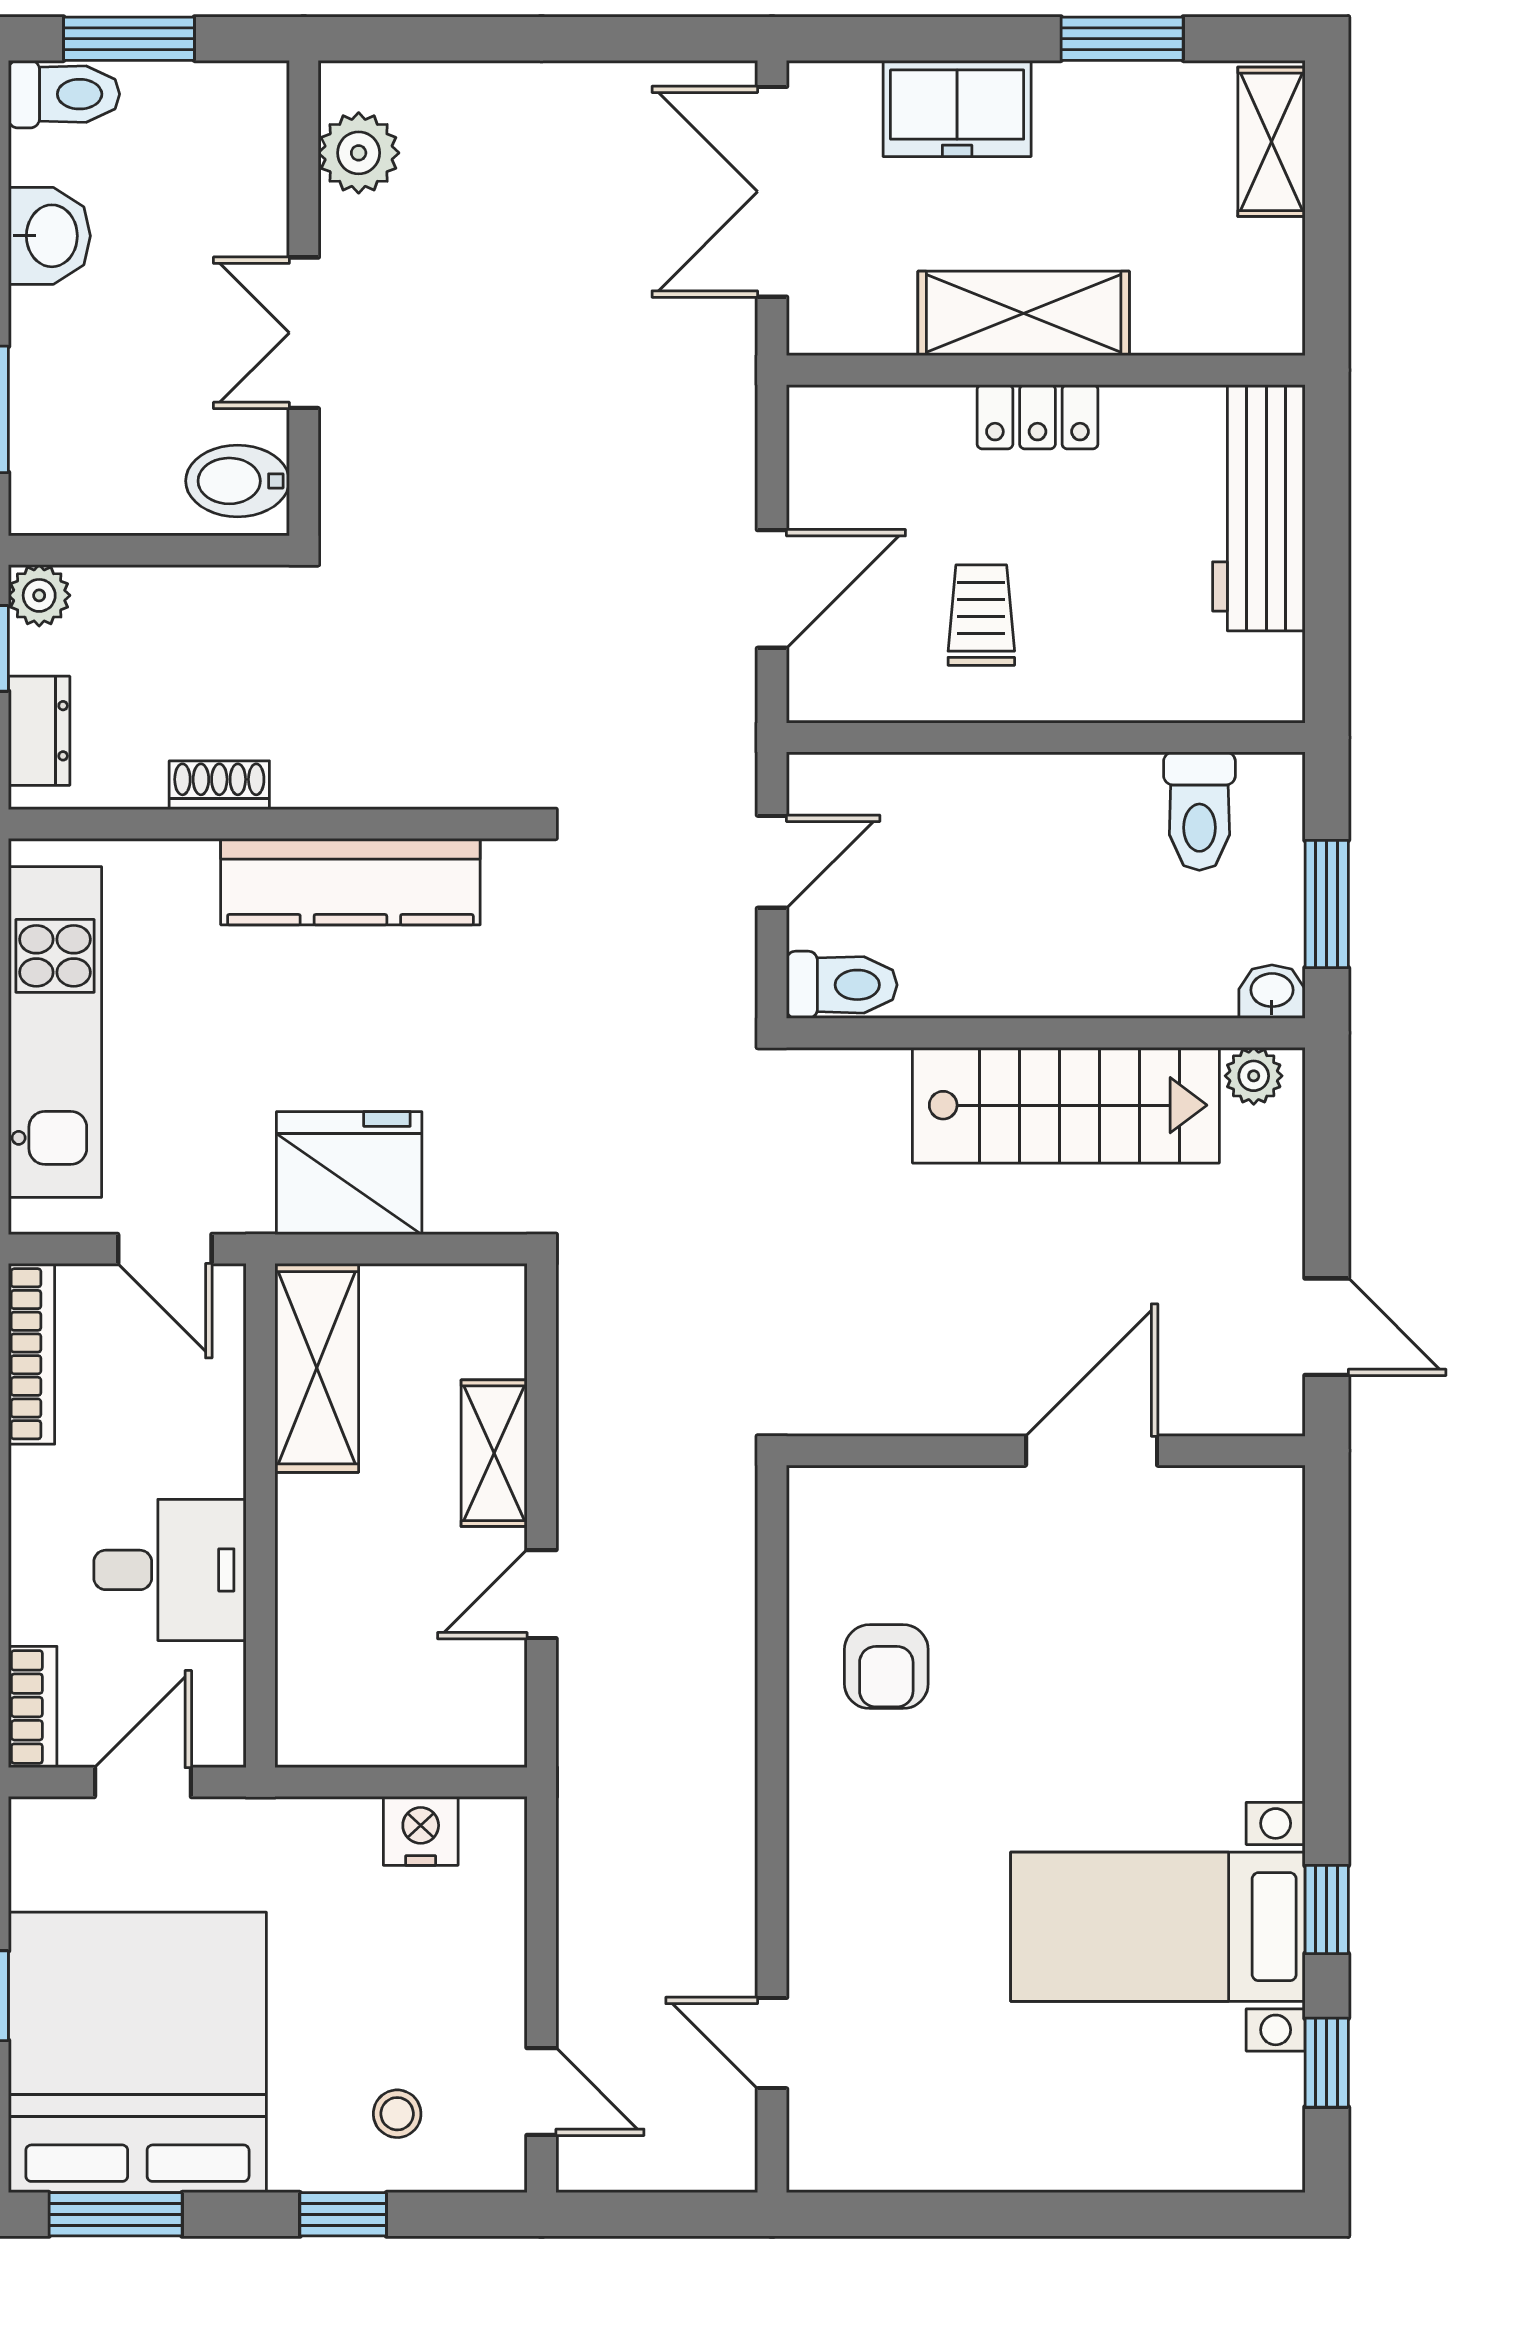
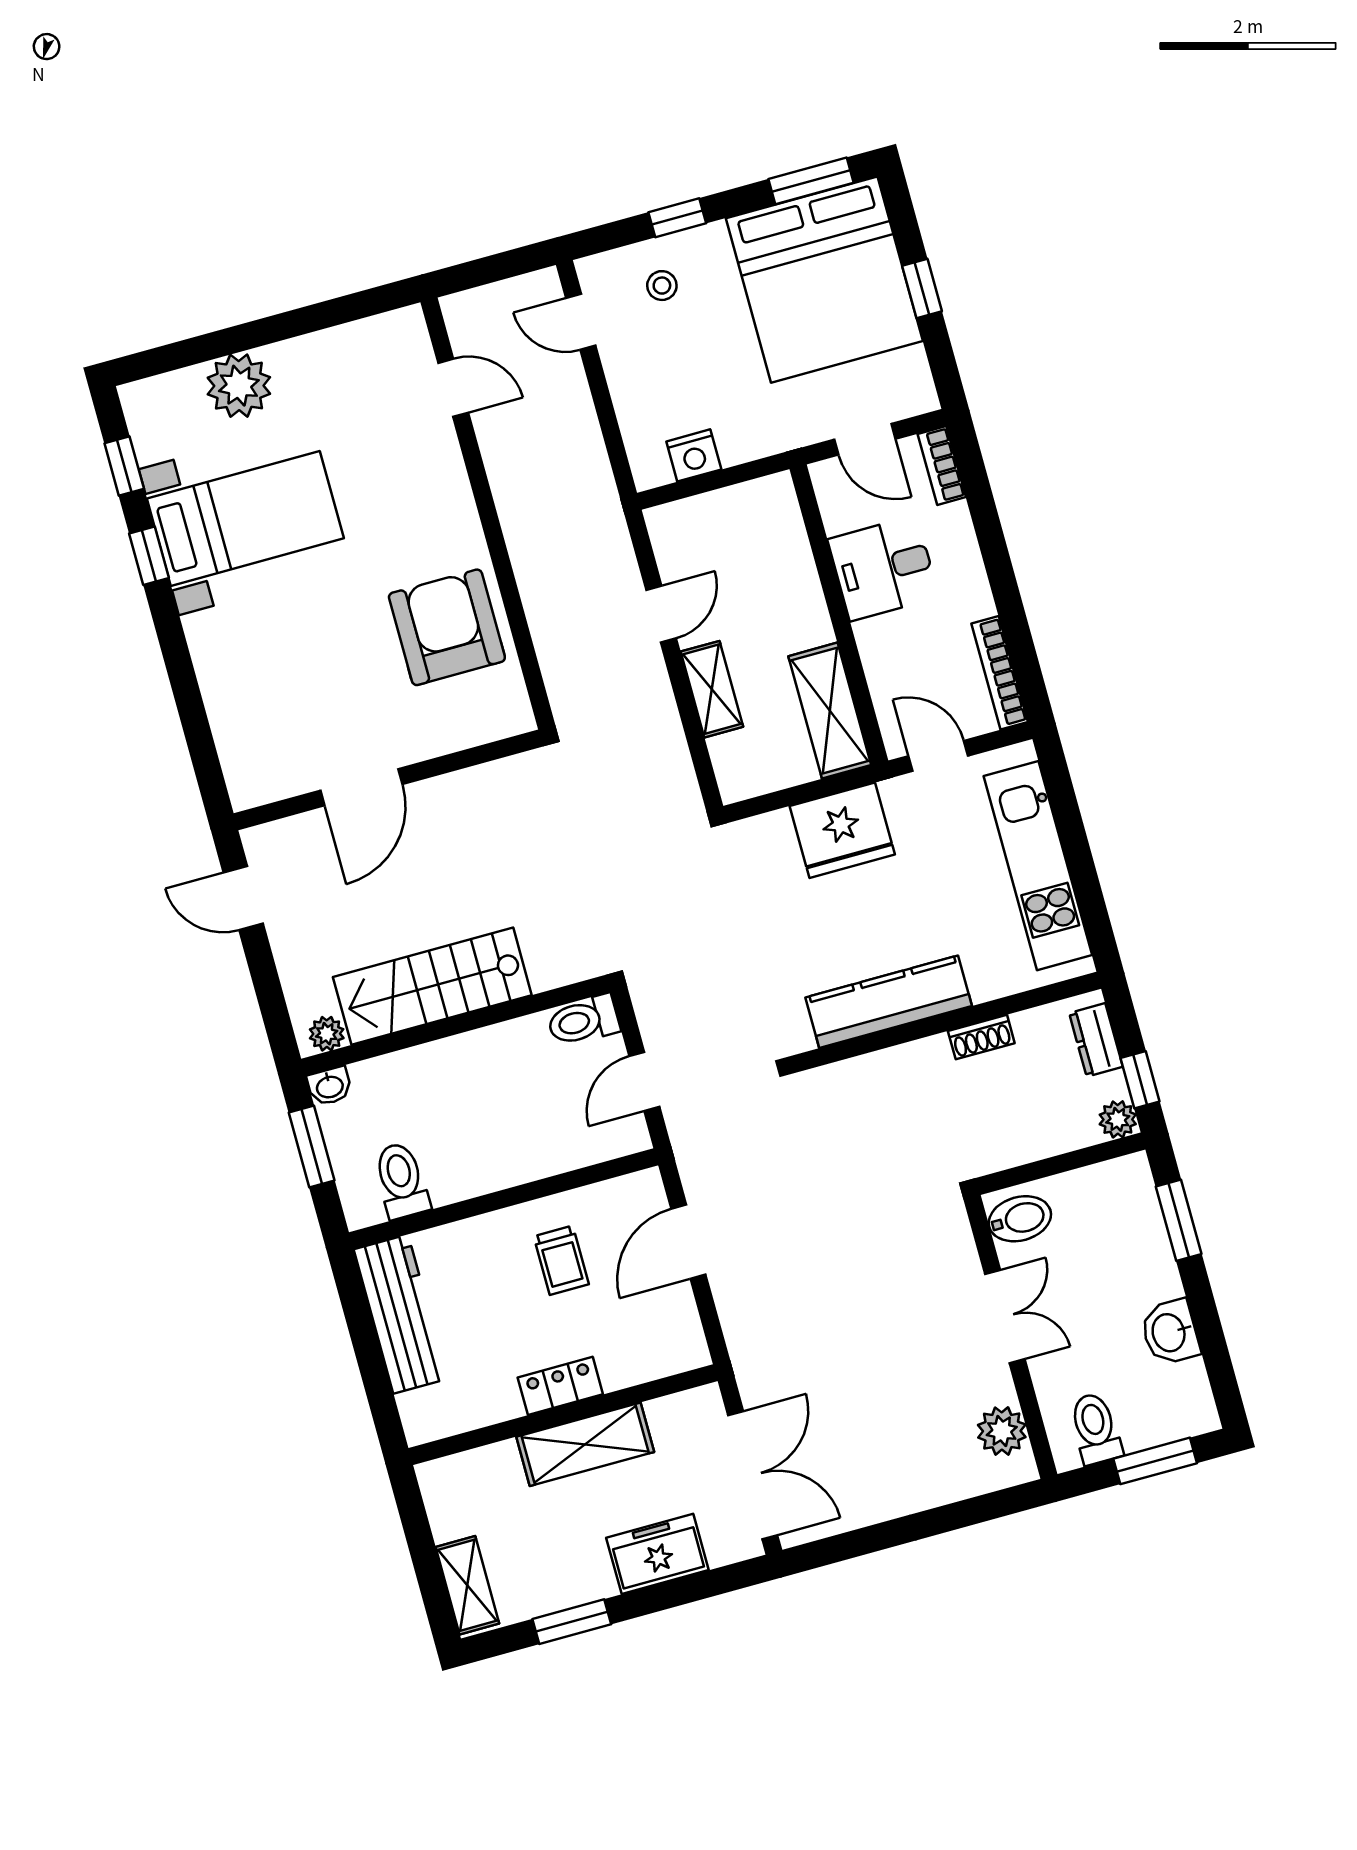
toilet: (64, 94) -> (1095, 1429), moved, turned 90
workbench: (1259, 508) -> (401, 1314), moved
armchair: (886, 1667) -> (447, 627), width x1.88, depth x1.88
door: (143, 1782) -> (865, 439), hinge flipped
plant: (1110, 2140) -> (239, 386), added

